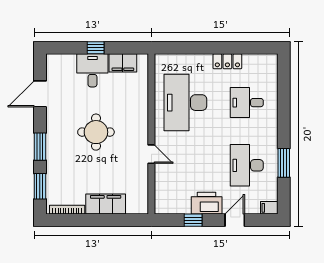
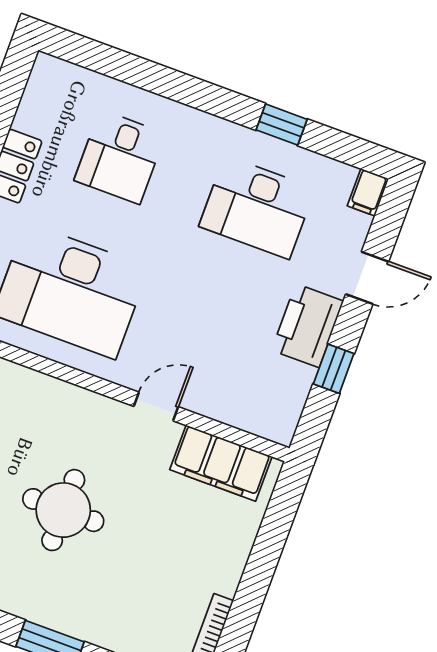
window: (284, 163) -> (282, 125), width x0.67
filing cabinet: (106, 204) -> (221, 463), moved, turned -90
door: (235, 220) -> (367, 278), swing flipped

